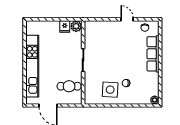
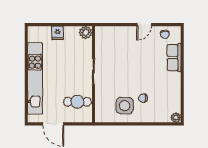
door: (127, 19) -> (144, 25), swing flipped
fridge: (65, 26) -> (58, 33), moved
row of seats: (153, 54) -> (174, 58), width x0.68

